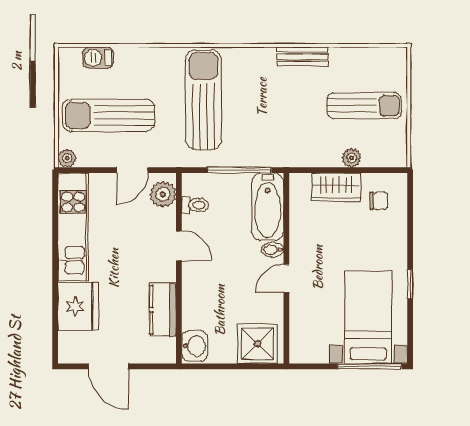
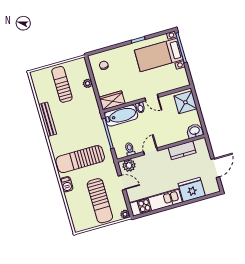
bench: (302, 57) -> (47, 119), width x1.36
barbecue: (98, 58) -> (67, 184), moved
wardrobe: (336, 187) -> (112, 100), moved, turned -90

